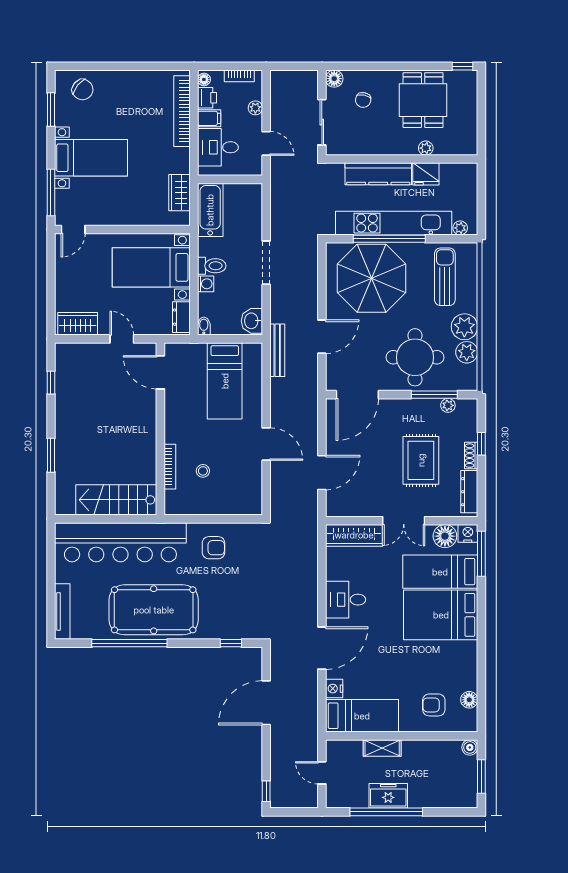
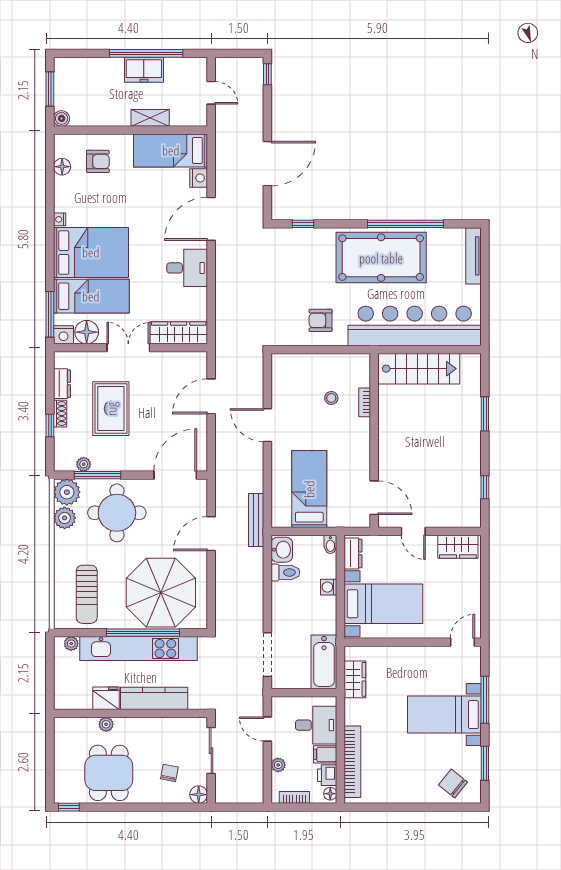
window: (51, 193) -> (485, 700), moved
doorway: (266, 263) -> (267, 655), moved
toilet: (212, 266) -> (285, 572), moved, turned 180
plant: (464, 327) -> (67, 492), moved
bookcase: (170, 467) -> (365, 402), width x0.64
dresser: (469, 492) -> (62, 384), width x0.70
nightstand: (472, 648) -> (60, 219), added

